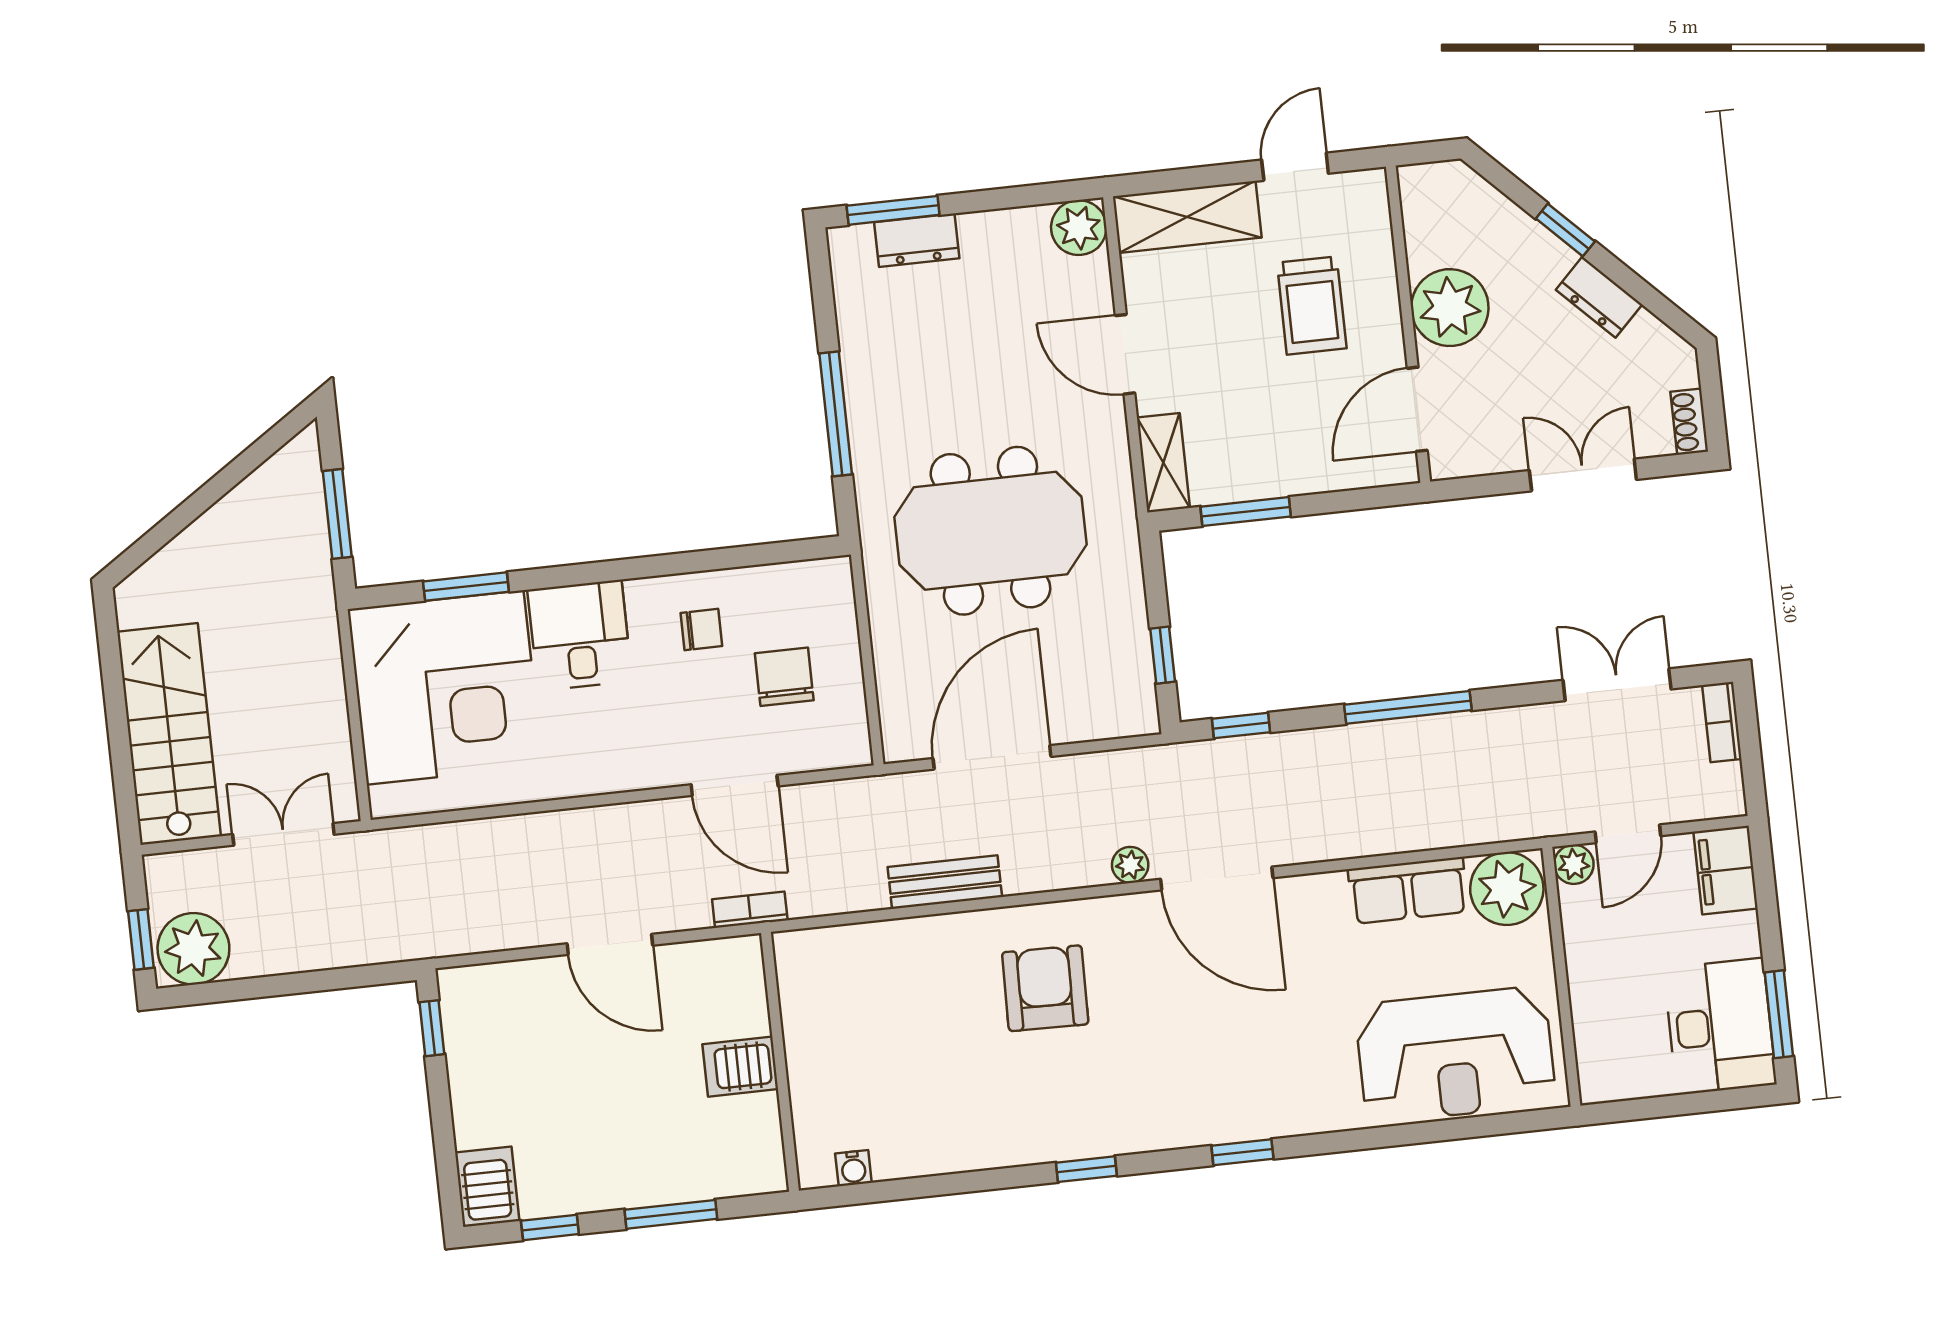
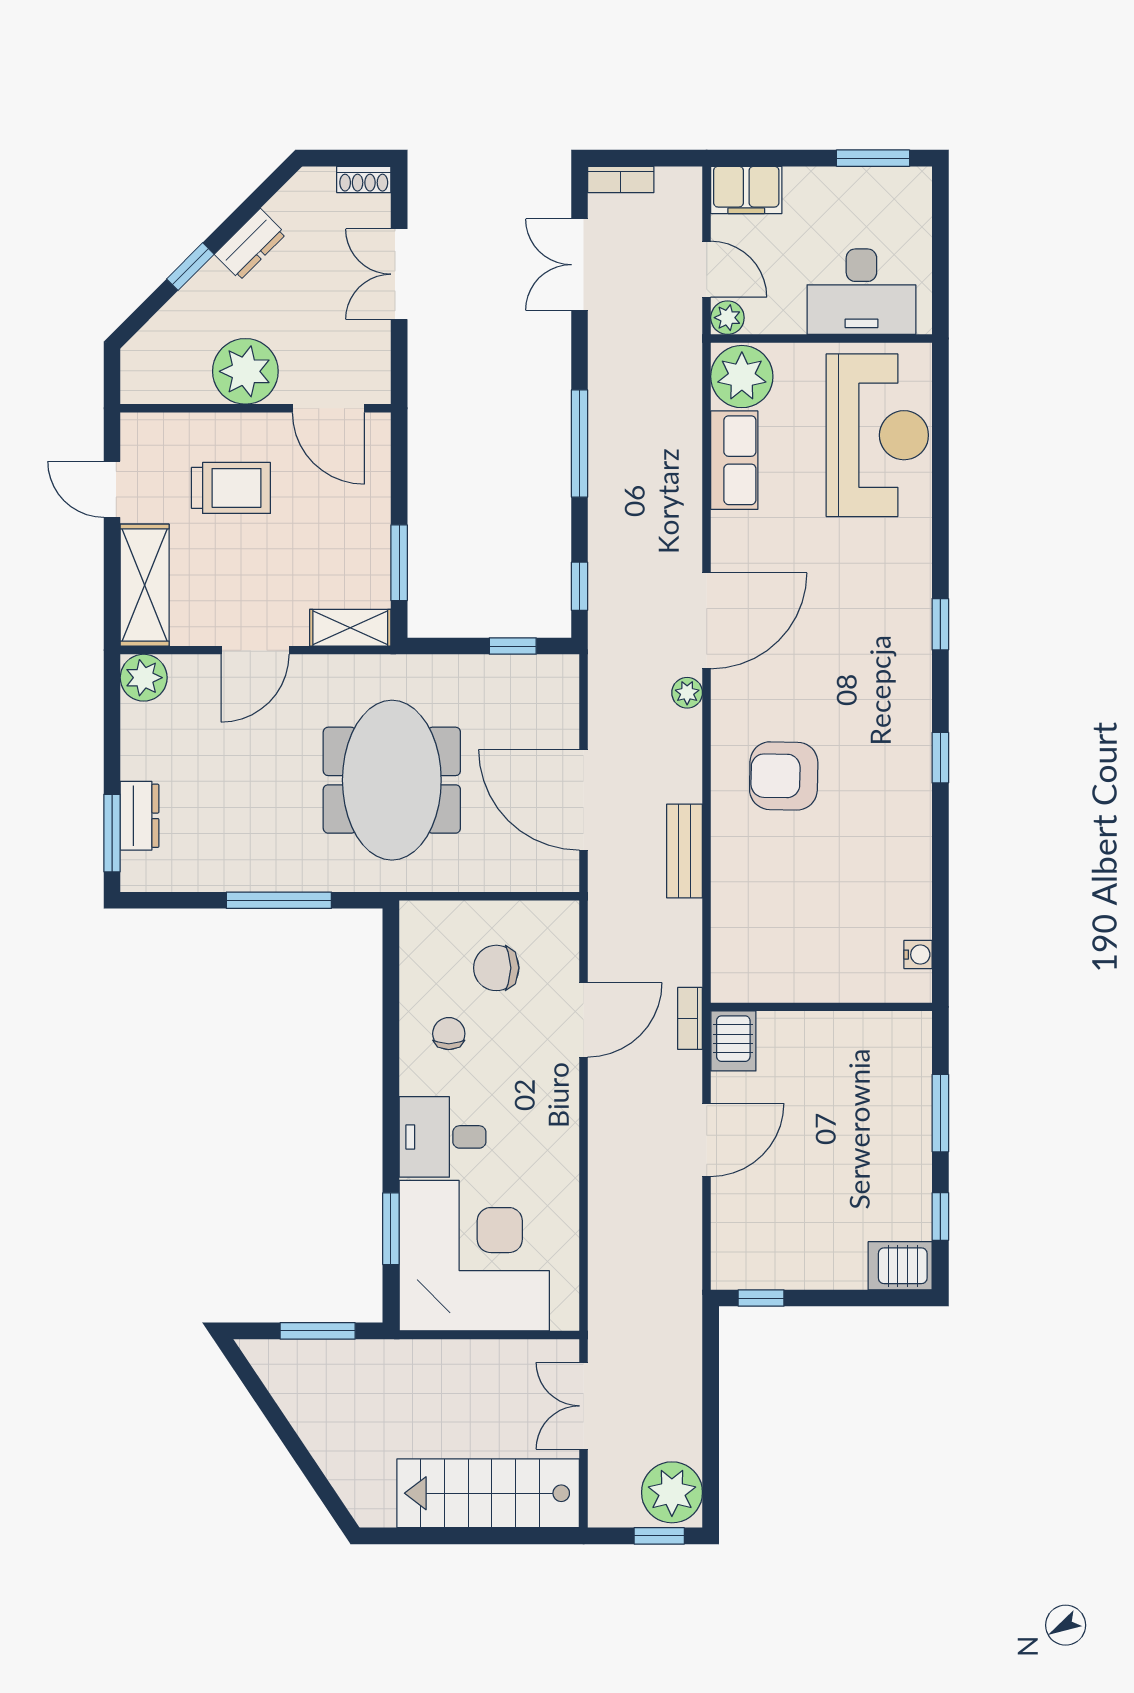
desk: (1720, 1026) -> (861, 292), moved, turned 180
server rack: (740, 1067) -> (733, 1041), moved

